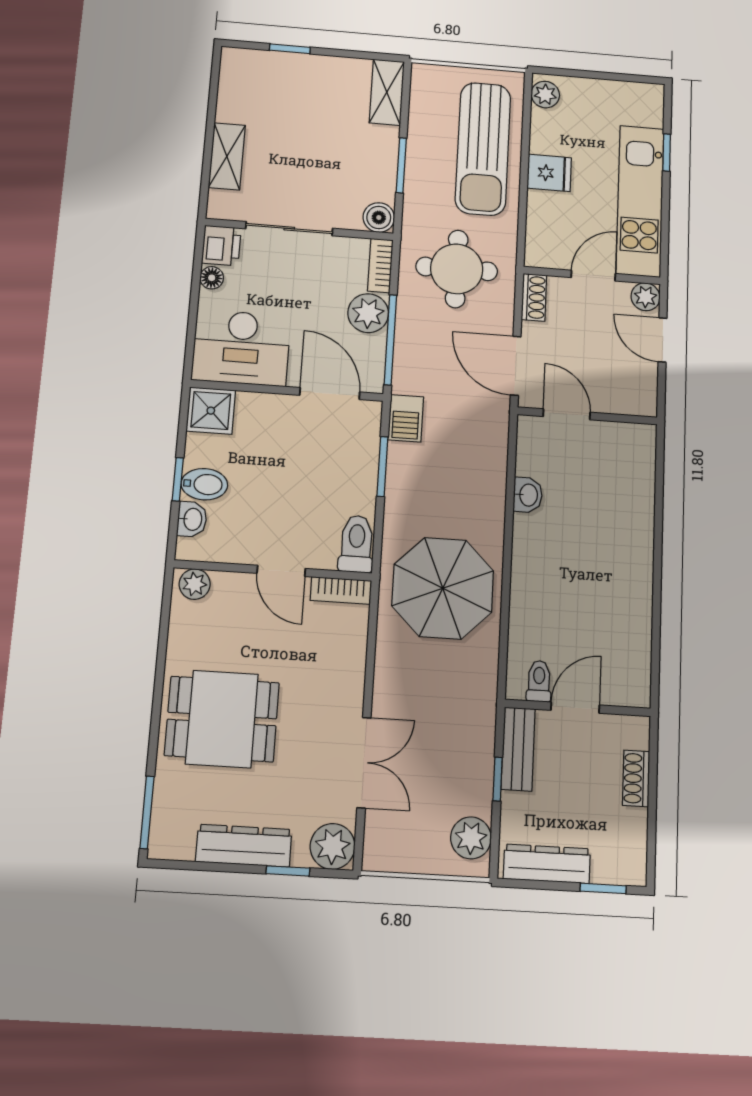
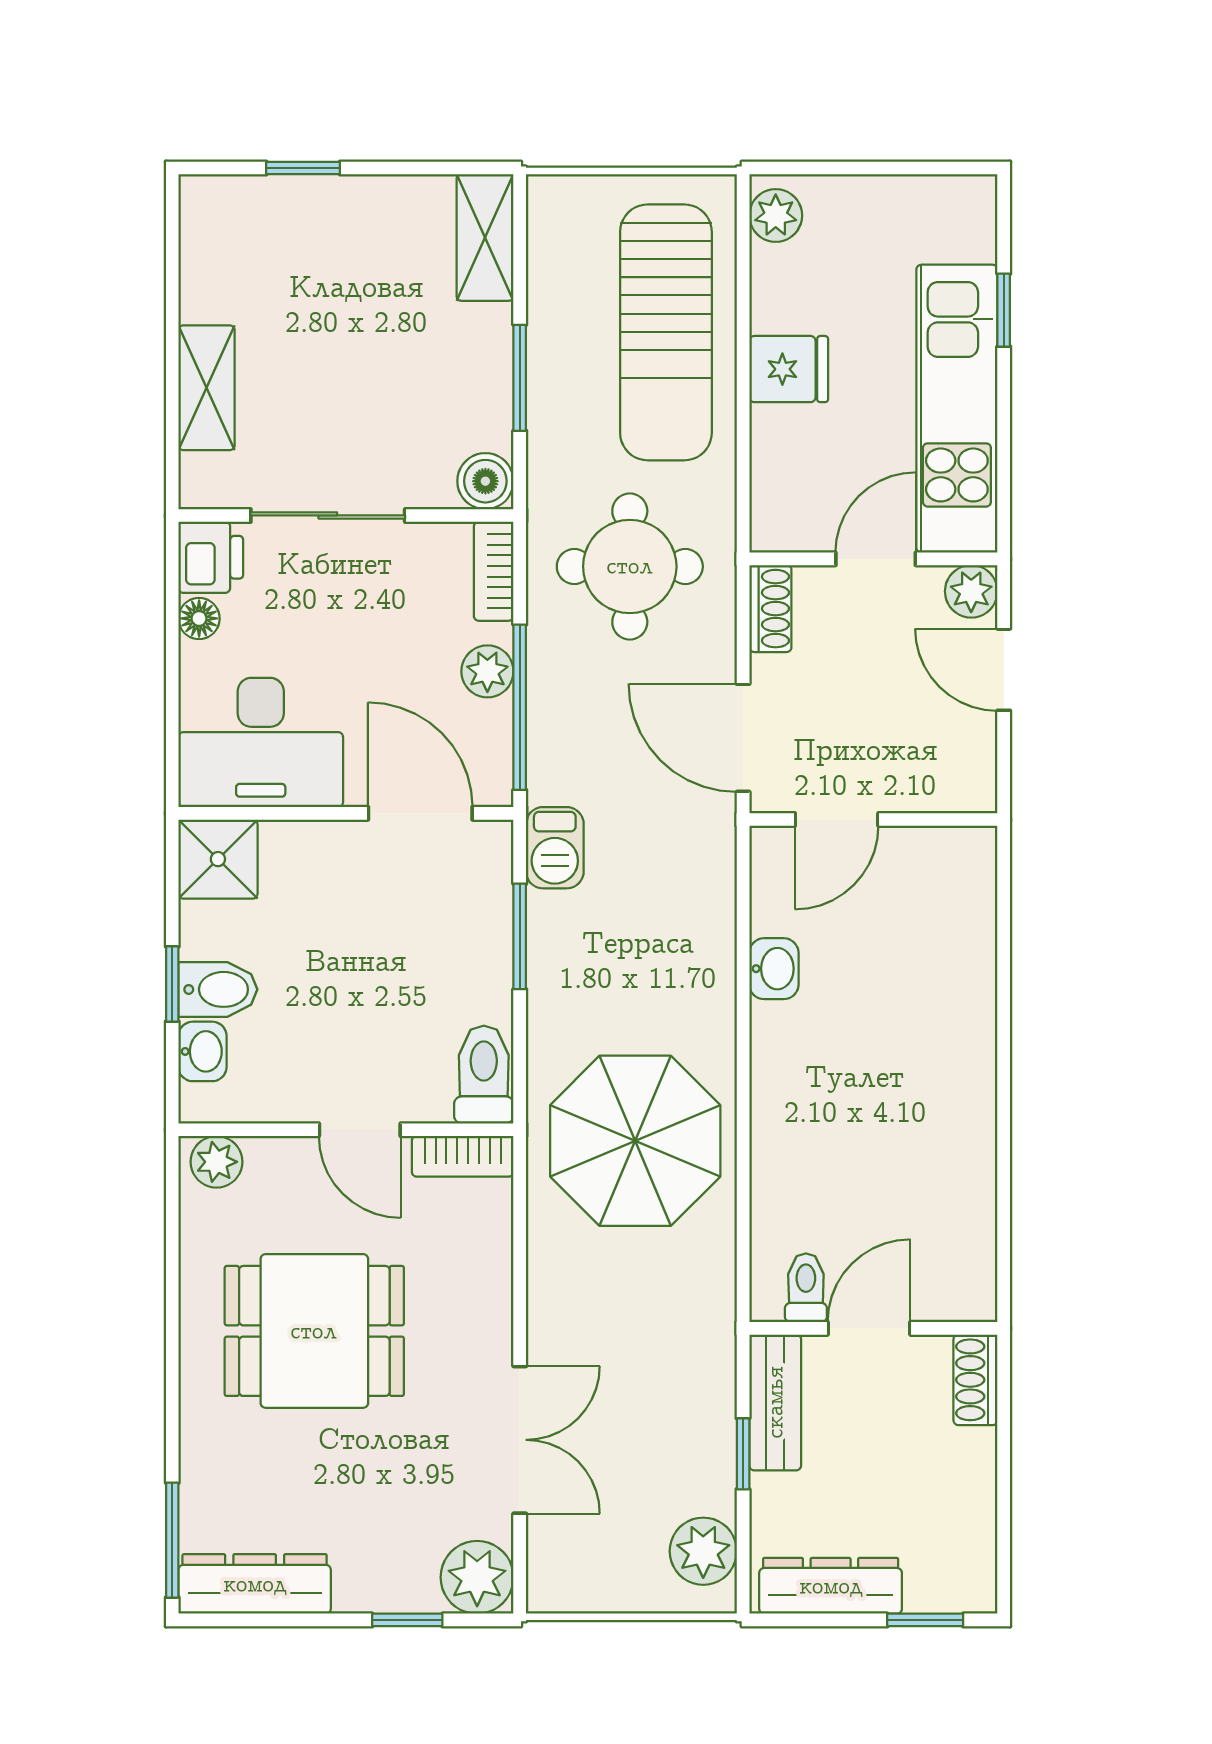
plant: (368, 313) -> (487, 671), width x0.73, depth x0.73
door: (567, 414) -> (837, 820), swing flipped
dining table: (222, 719) -> (314, 1331), moved
shoe rack: (636, 778) -> (975, 1380), moved
dresser: (244, 846) -> (255, 1584), moved

